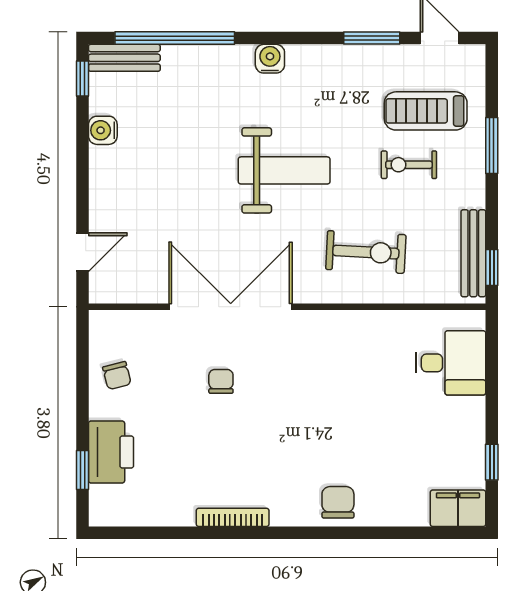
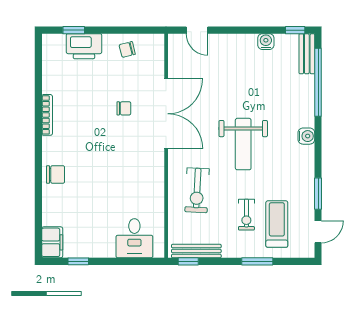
exercise bike: (409, 165) -> (246, 215), turned 180

